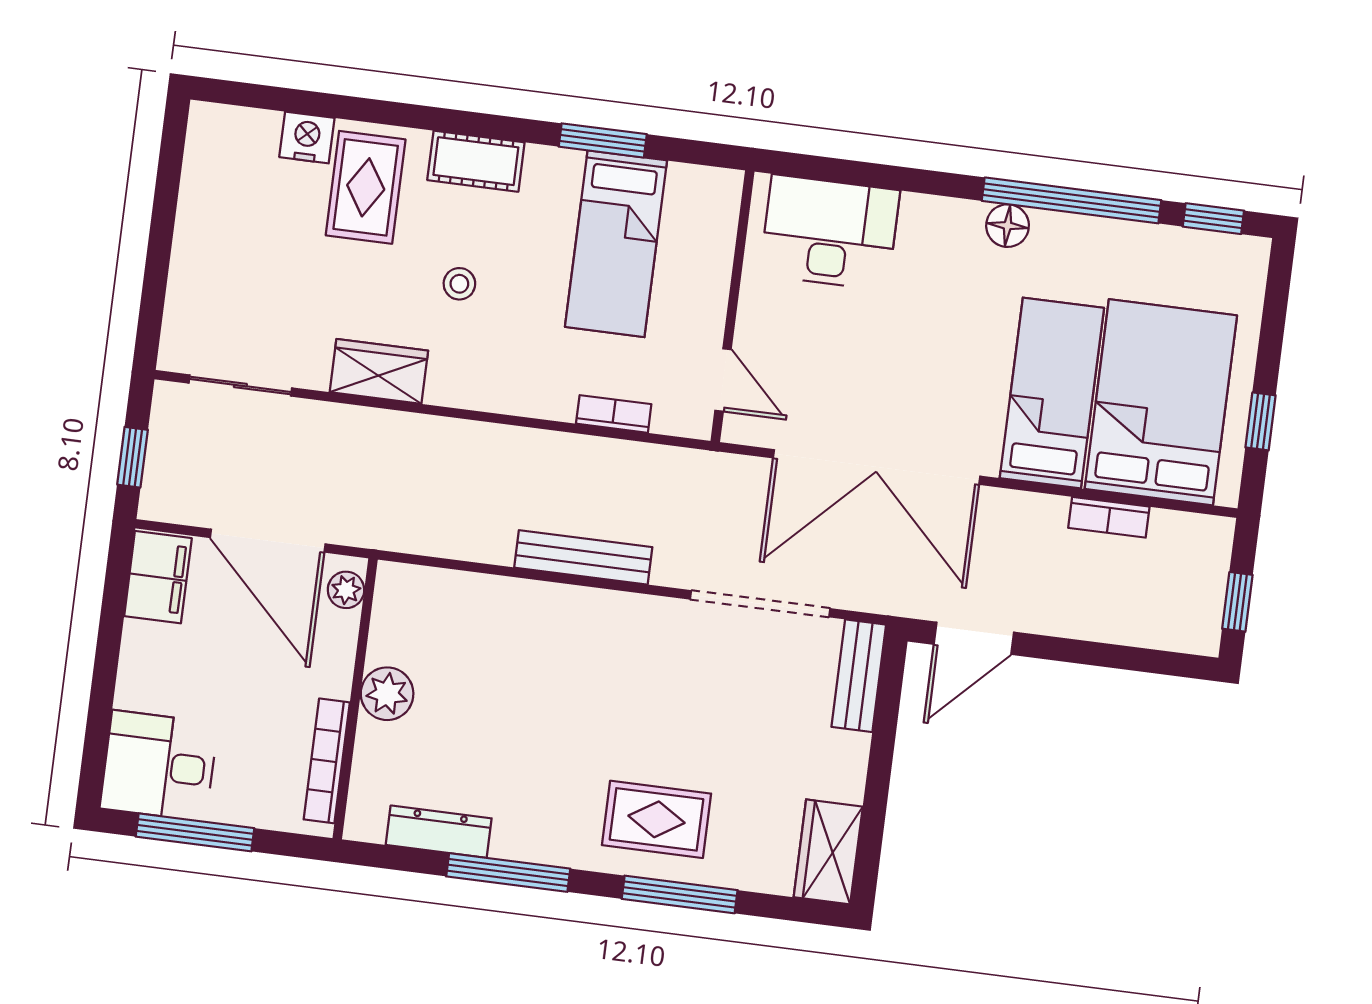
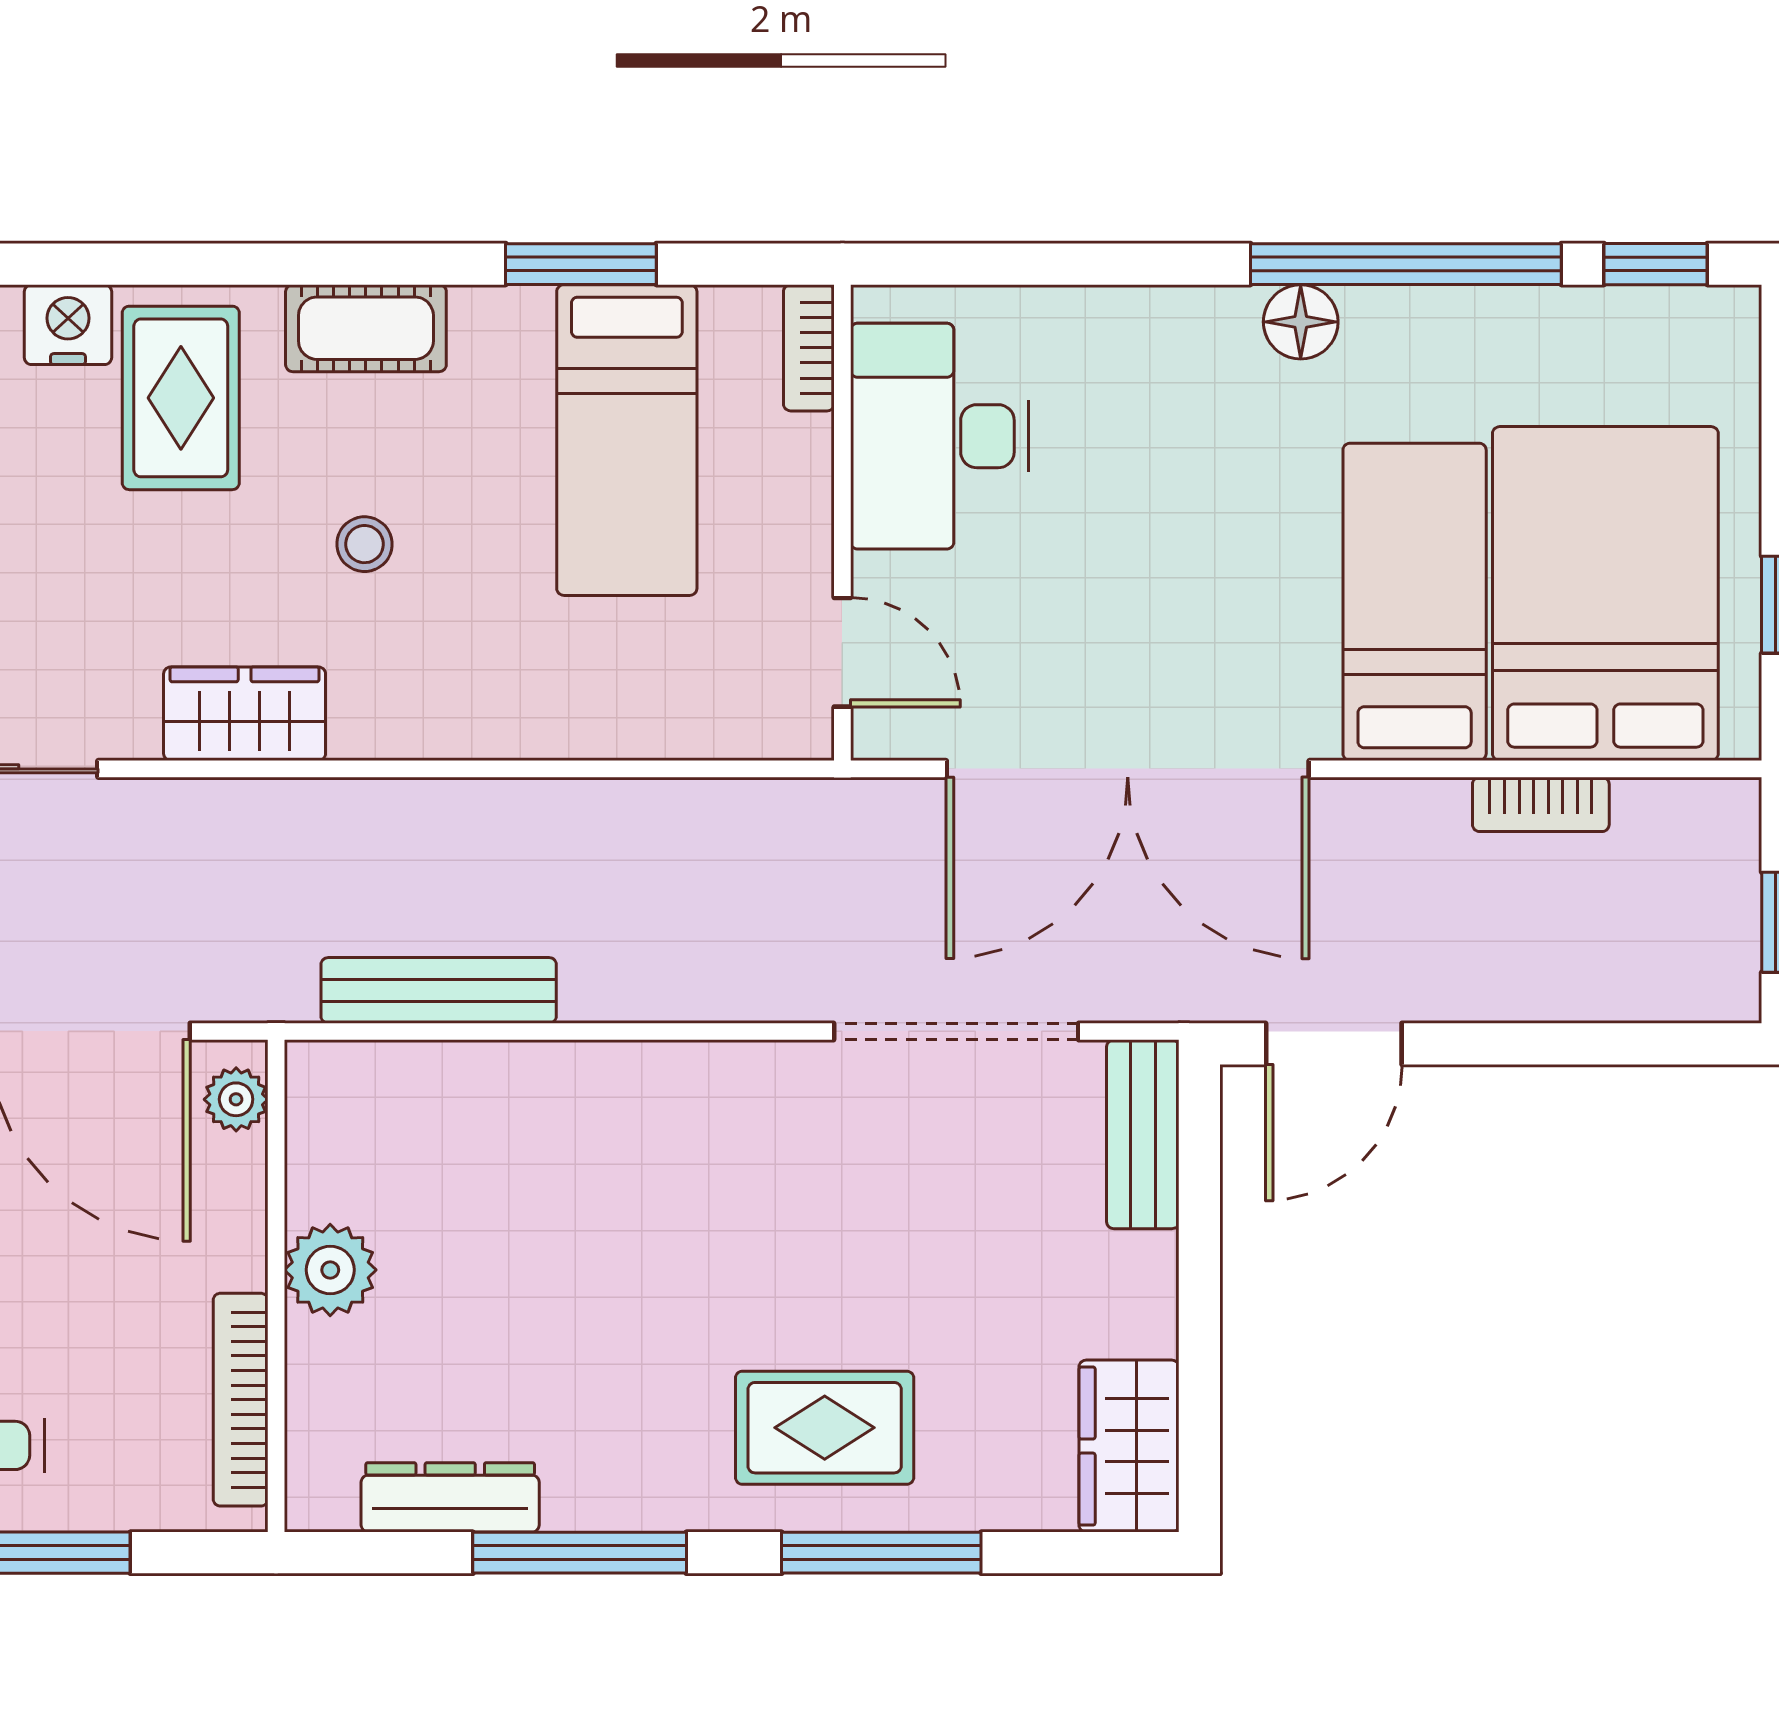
desk: (830, 233) -> (939, 436), moved, turned -90
bookcase: (614, 414) -> (809, 348), moved, turned -90
bench: (583, 557) -> (439, 990), moved

